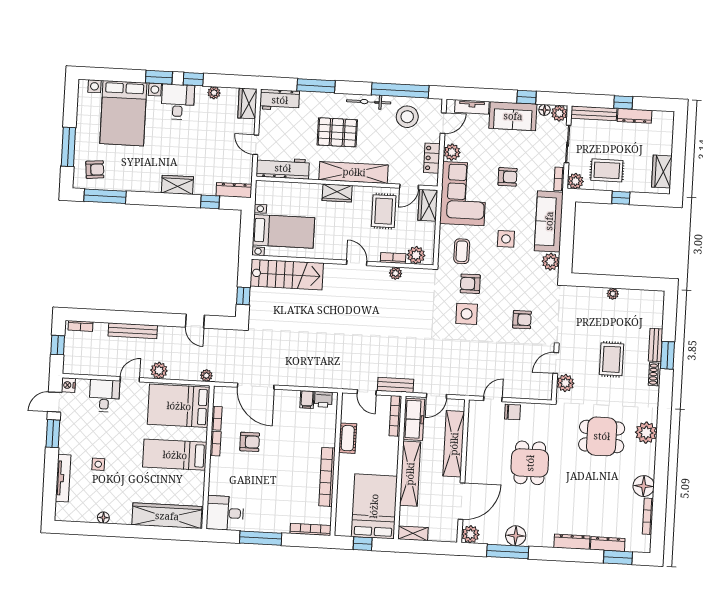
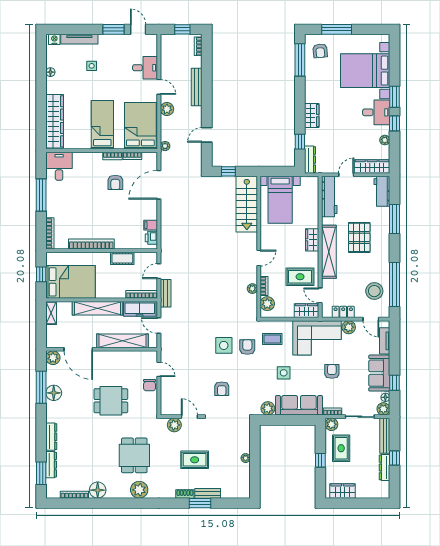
bicycle: (369, 102) -> (384, 260), removed
wardrobe: (247, 103) -> (372, 166), width x1.50
armchair: (508, 177) -> (332, 371), turned 180
nightstand: (68, 385) -> (54, 39), moved

